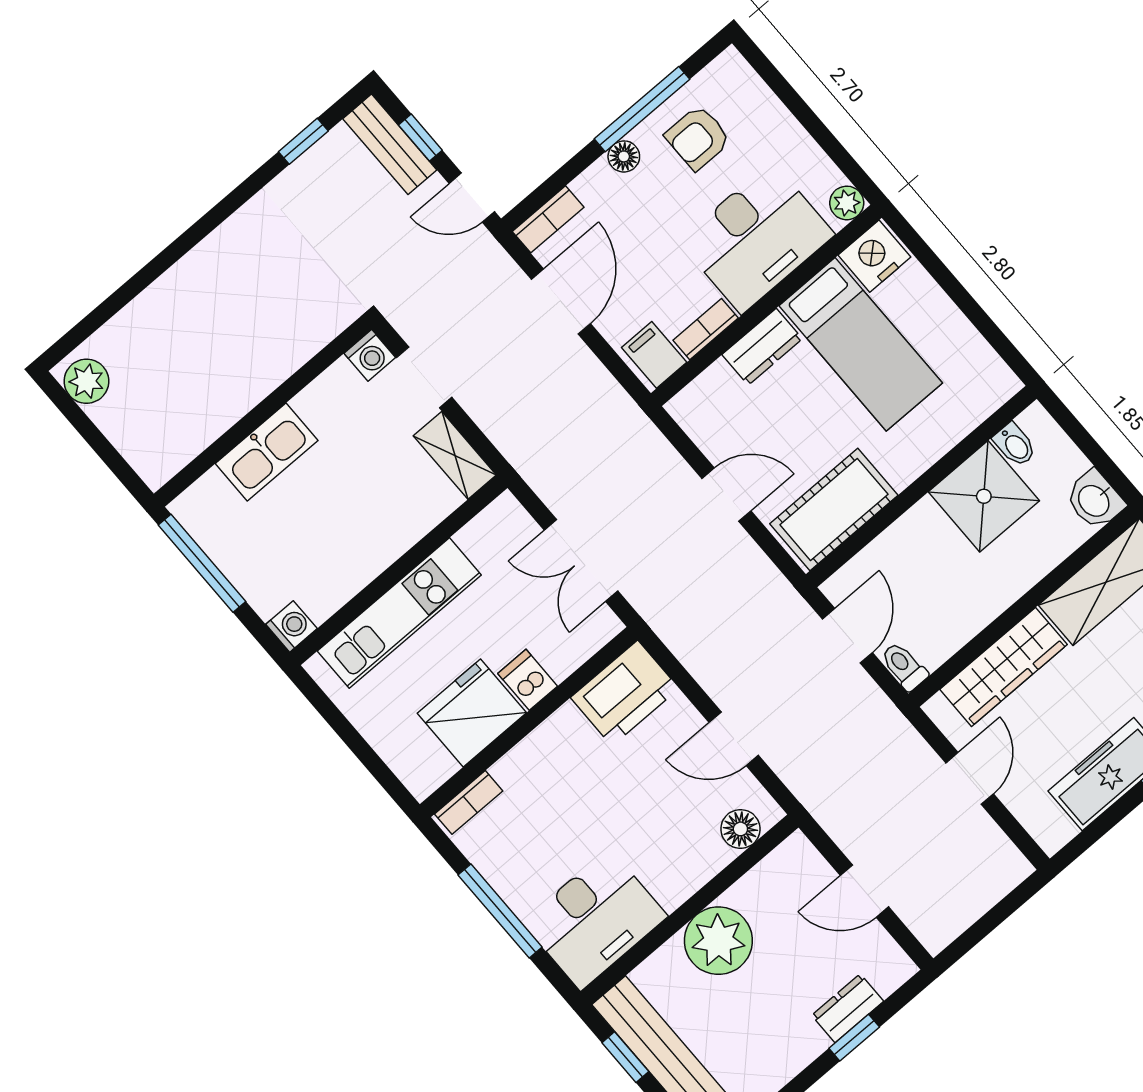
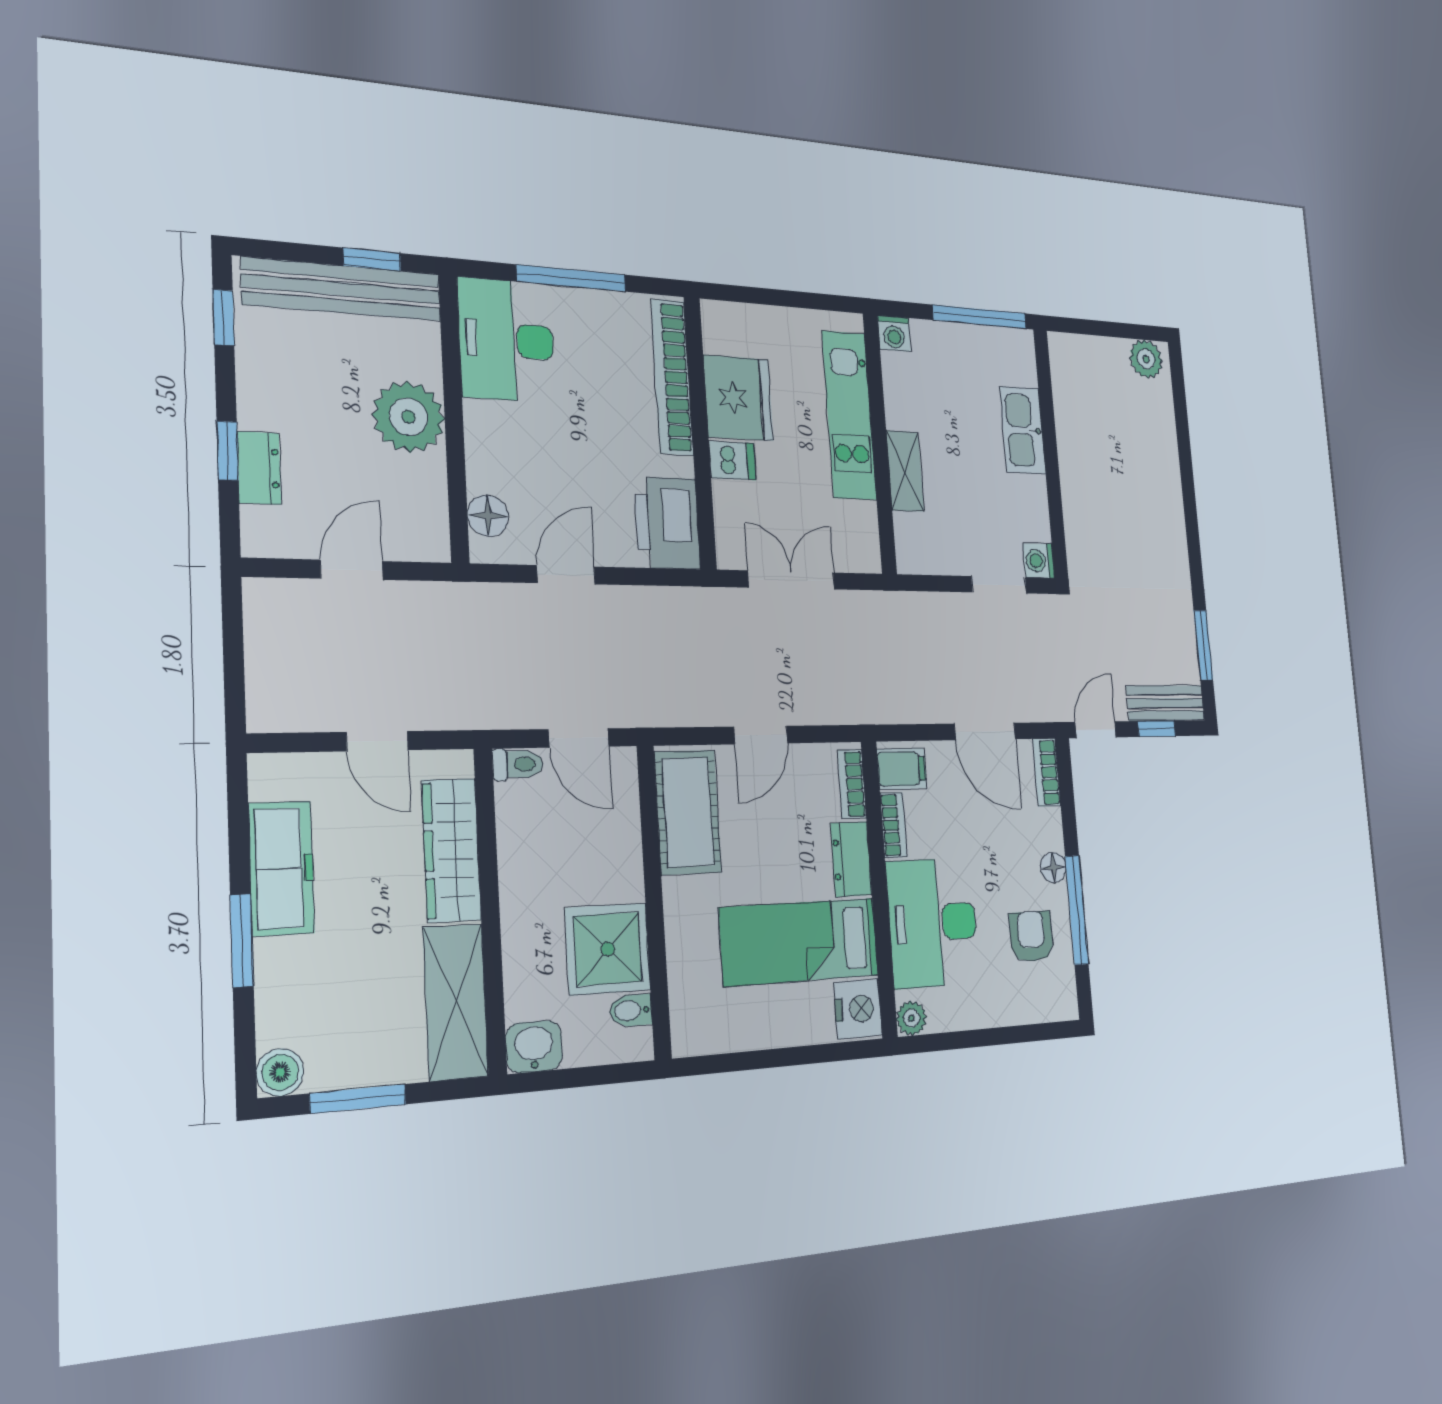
window: (303, 141) -> (1203, 645), width x1.50
bookcase: (702, 389) -> (852, 784), added
shelving: (455, 455) -> (905, 471), moved, turned 90
bookcase: (469, 802) -> (672, 377), width x2.31, depth x1.31

